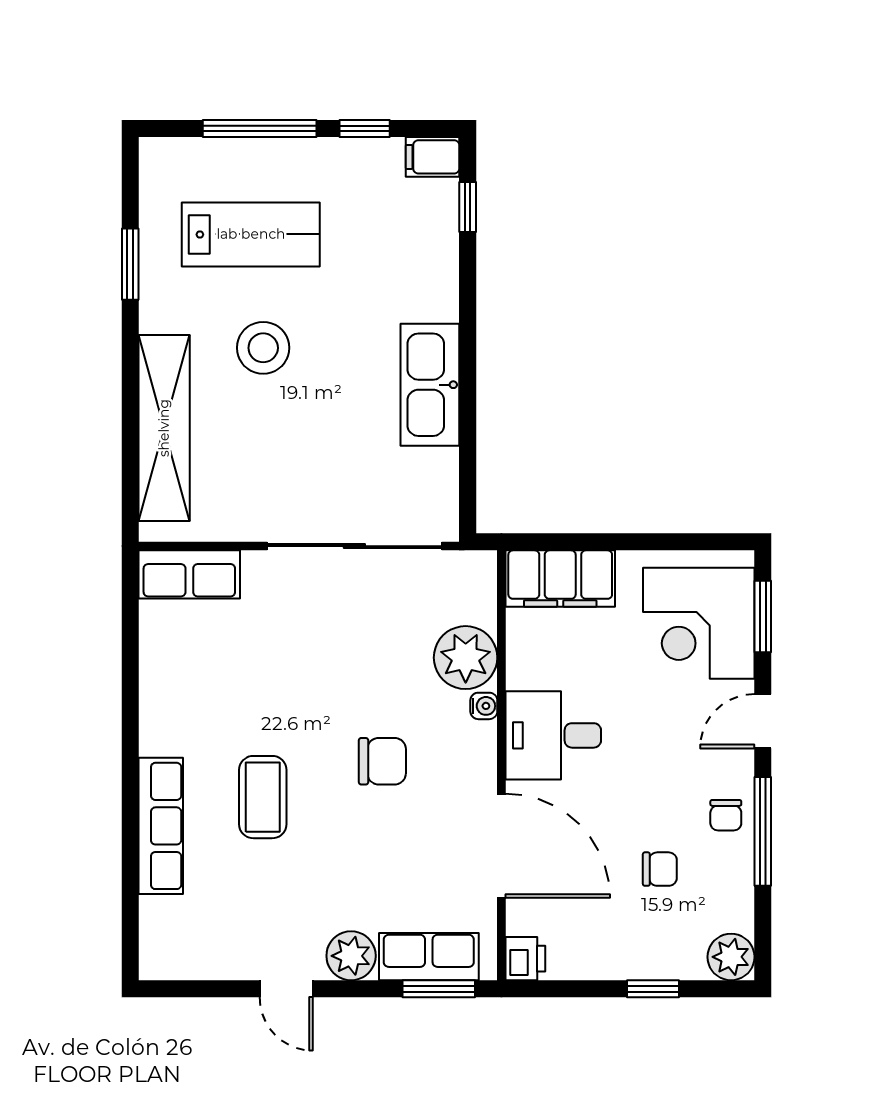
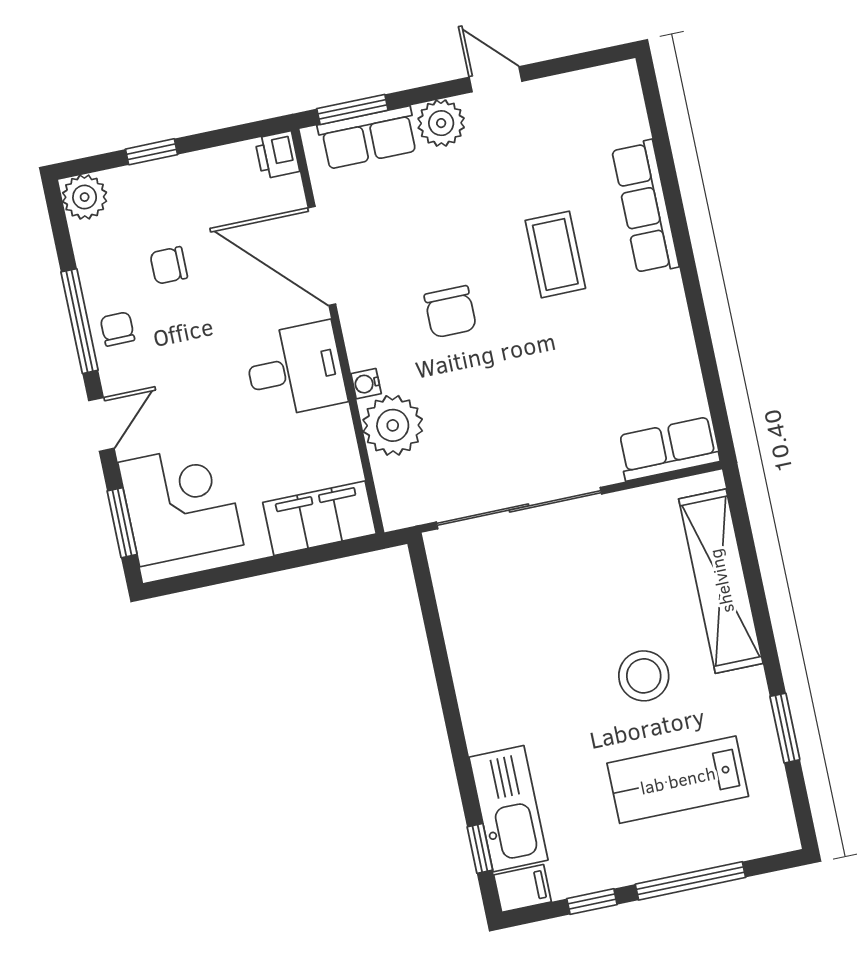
kitchen sink: (430, 385) -> (508, 809), moved
chair: (382, 761) -> (450, 312), turned -90

